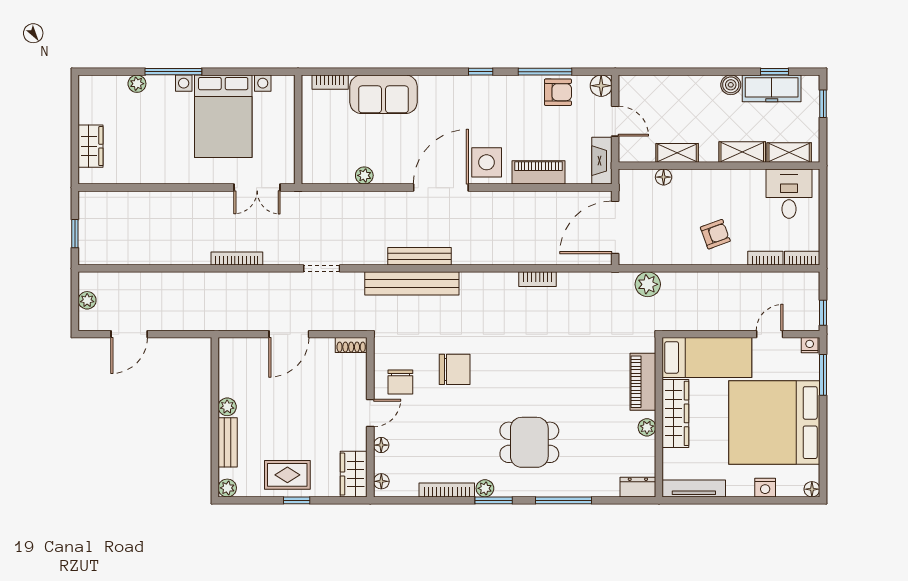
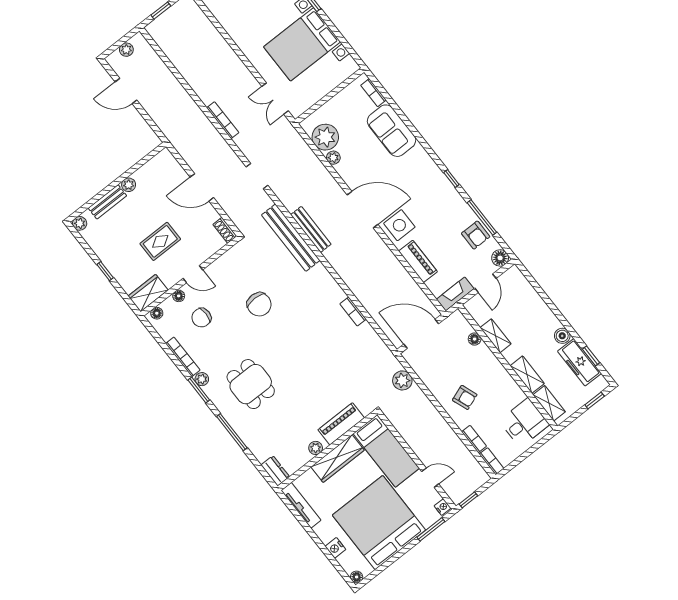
plant: (337, 167) -> (325, 137), added
chair: (400, 382) -> (201, 318), moved
rug: (287, 475) -> (160, 241), moved, turned 90

